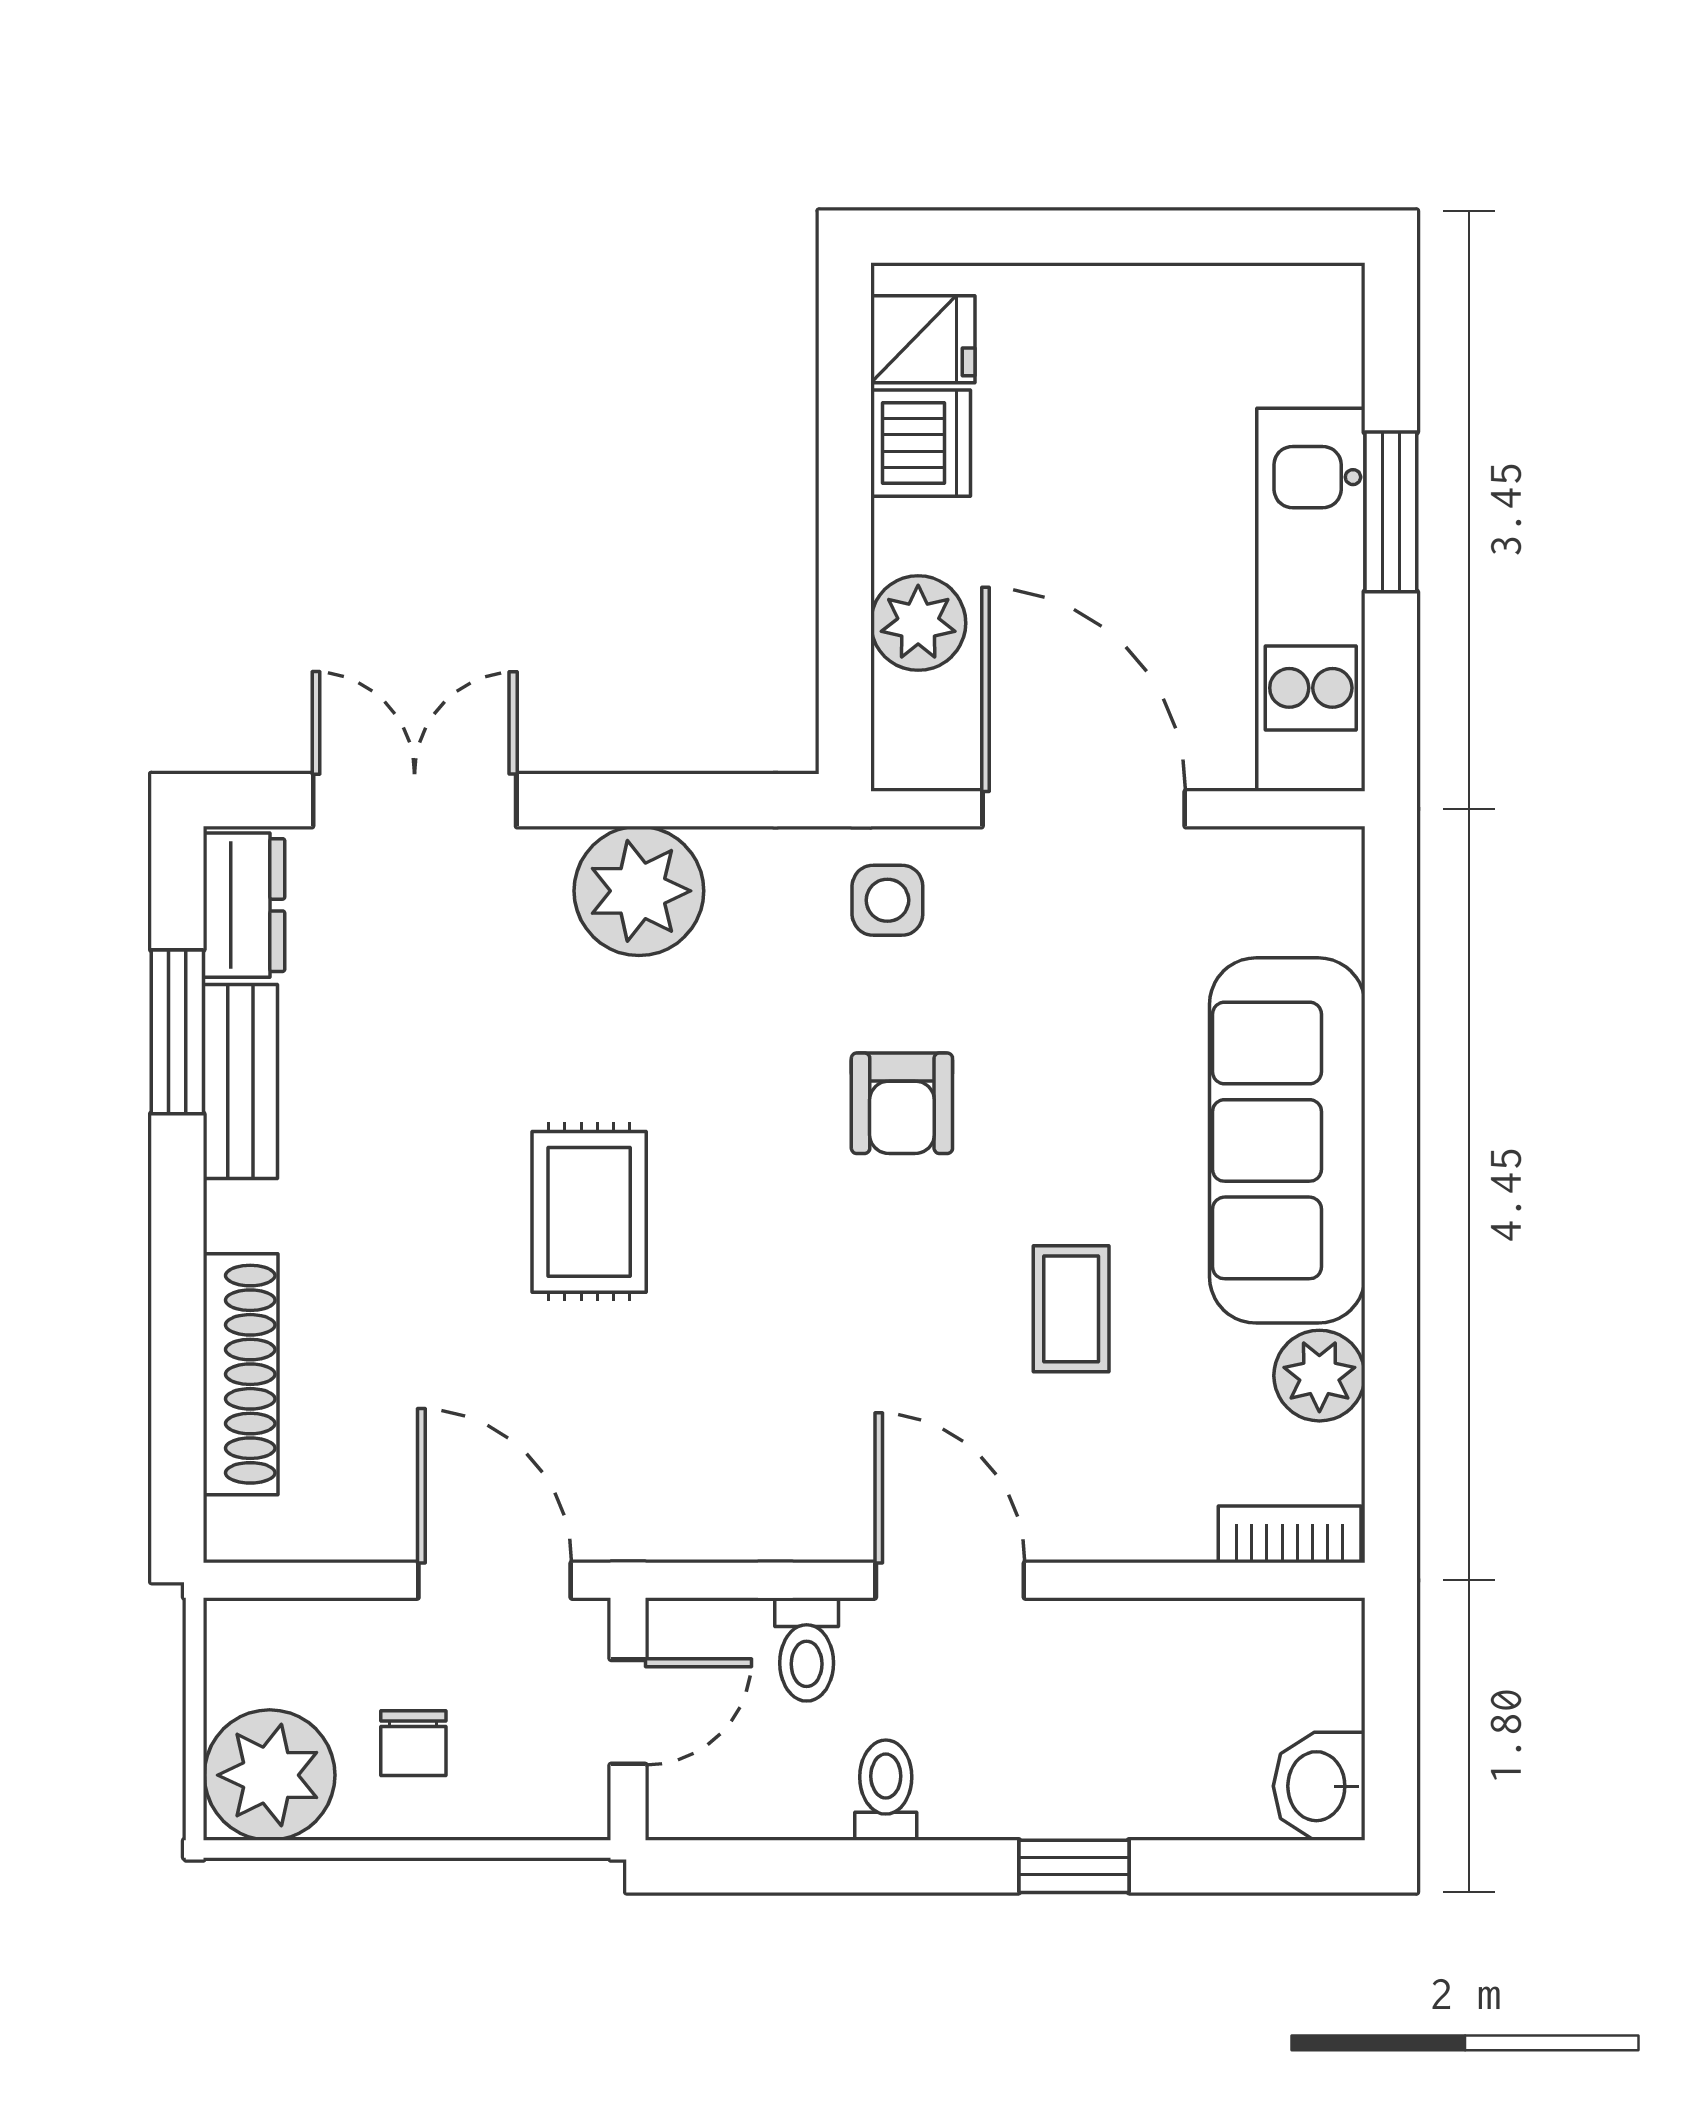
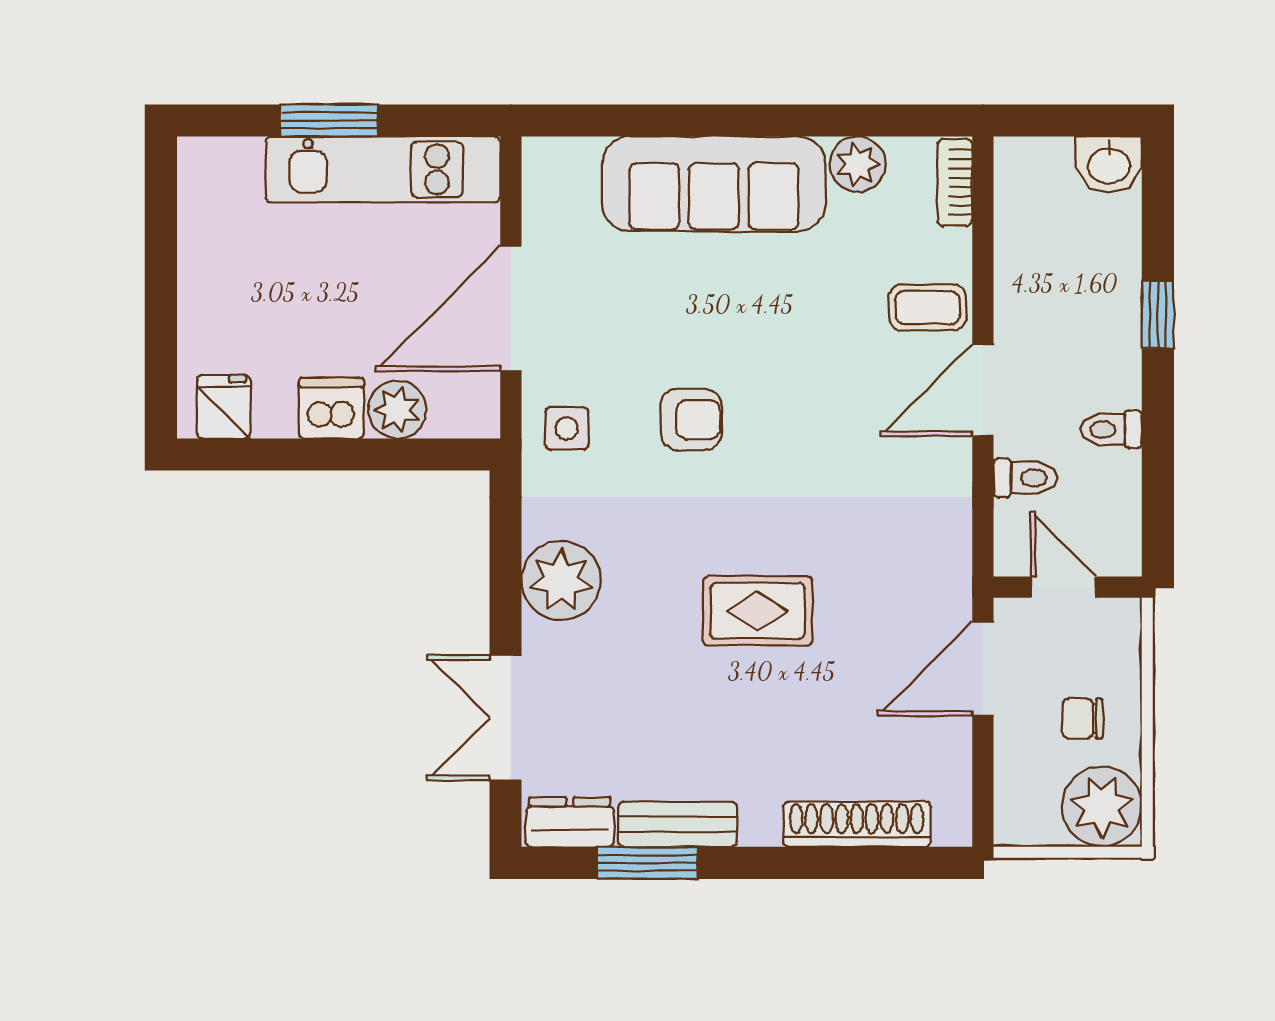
dishwasher: (921, 443) -> (331, 408), moved
coffee table: (1071, 1309) -> (928, 307), moved
chair: (413, 1743) -> (1083, 718), turned 180

